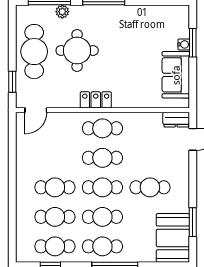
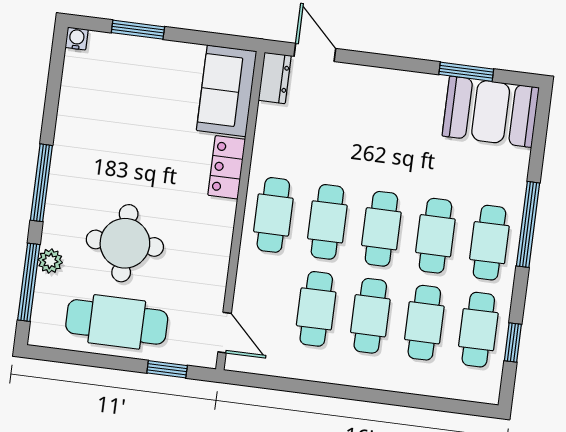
water cooler: (184, 44) -> (77, 39), moved
sofa: (176, 75) -> (227, 91), moved, turned 90
locker: (96, 100) -> (227, 167), moved
cafe table: (150, 187) -> (316, 309), moved

